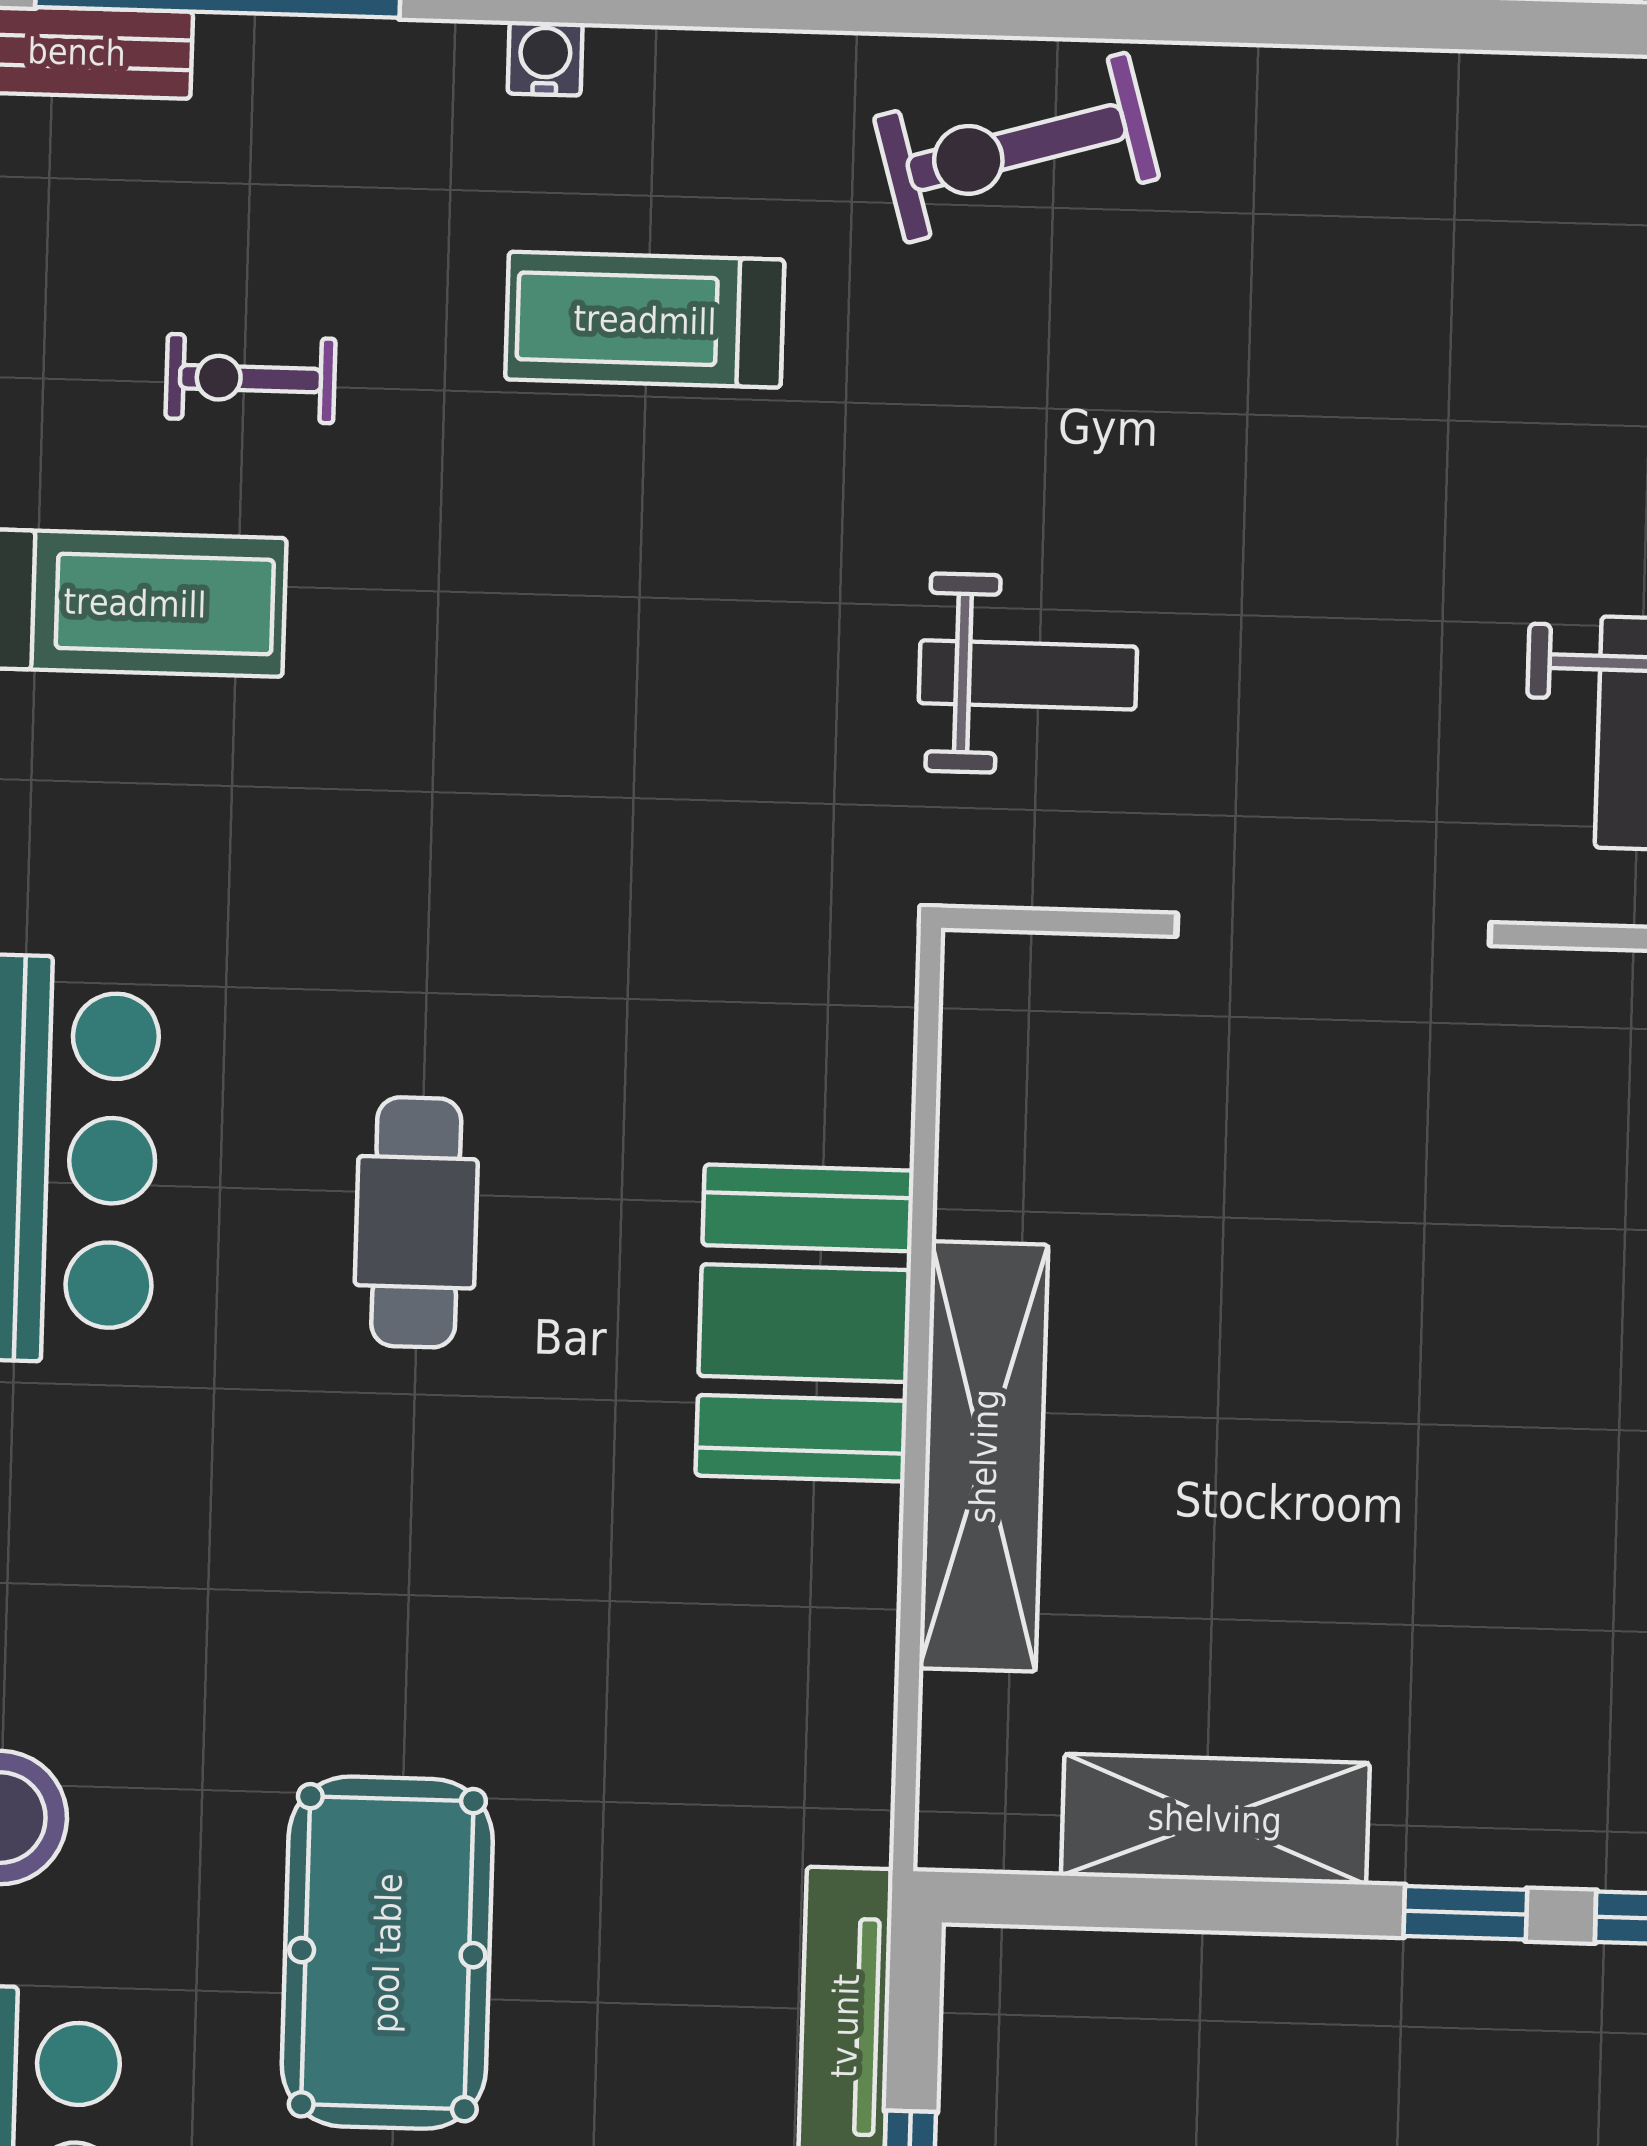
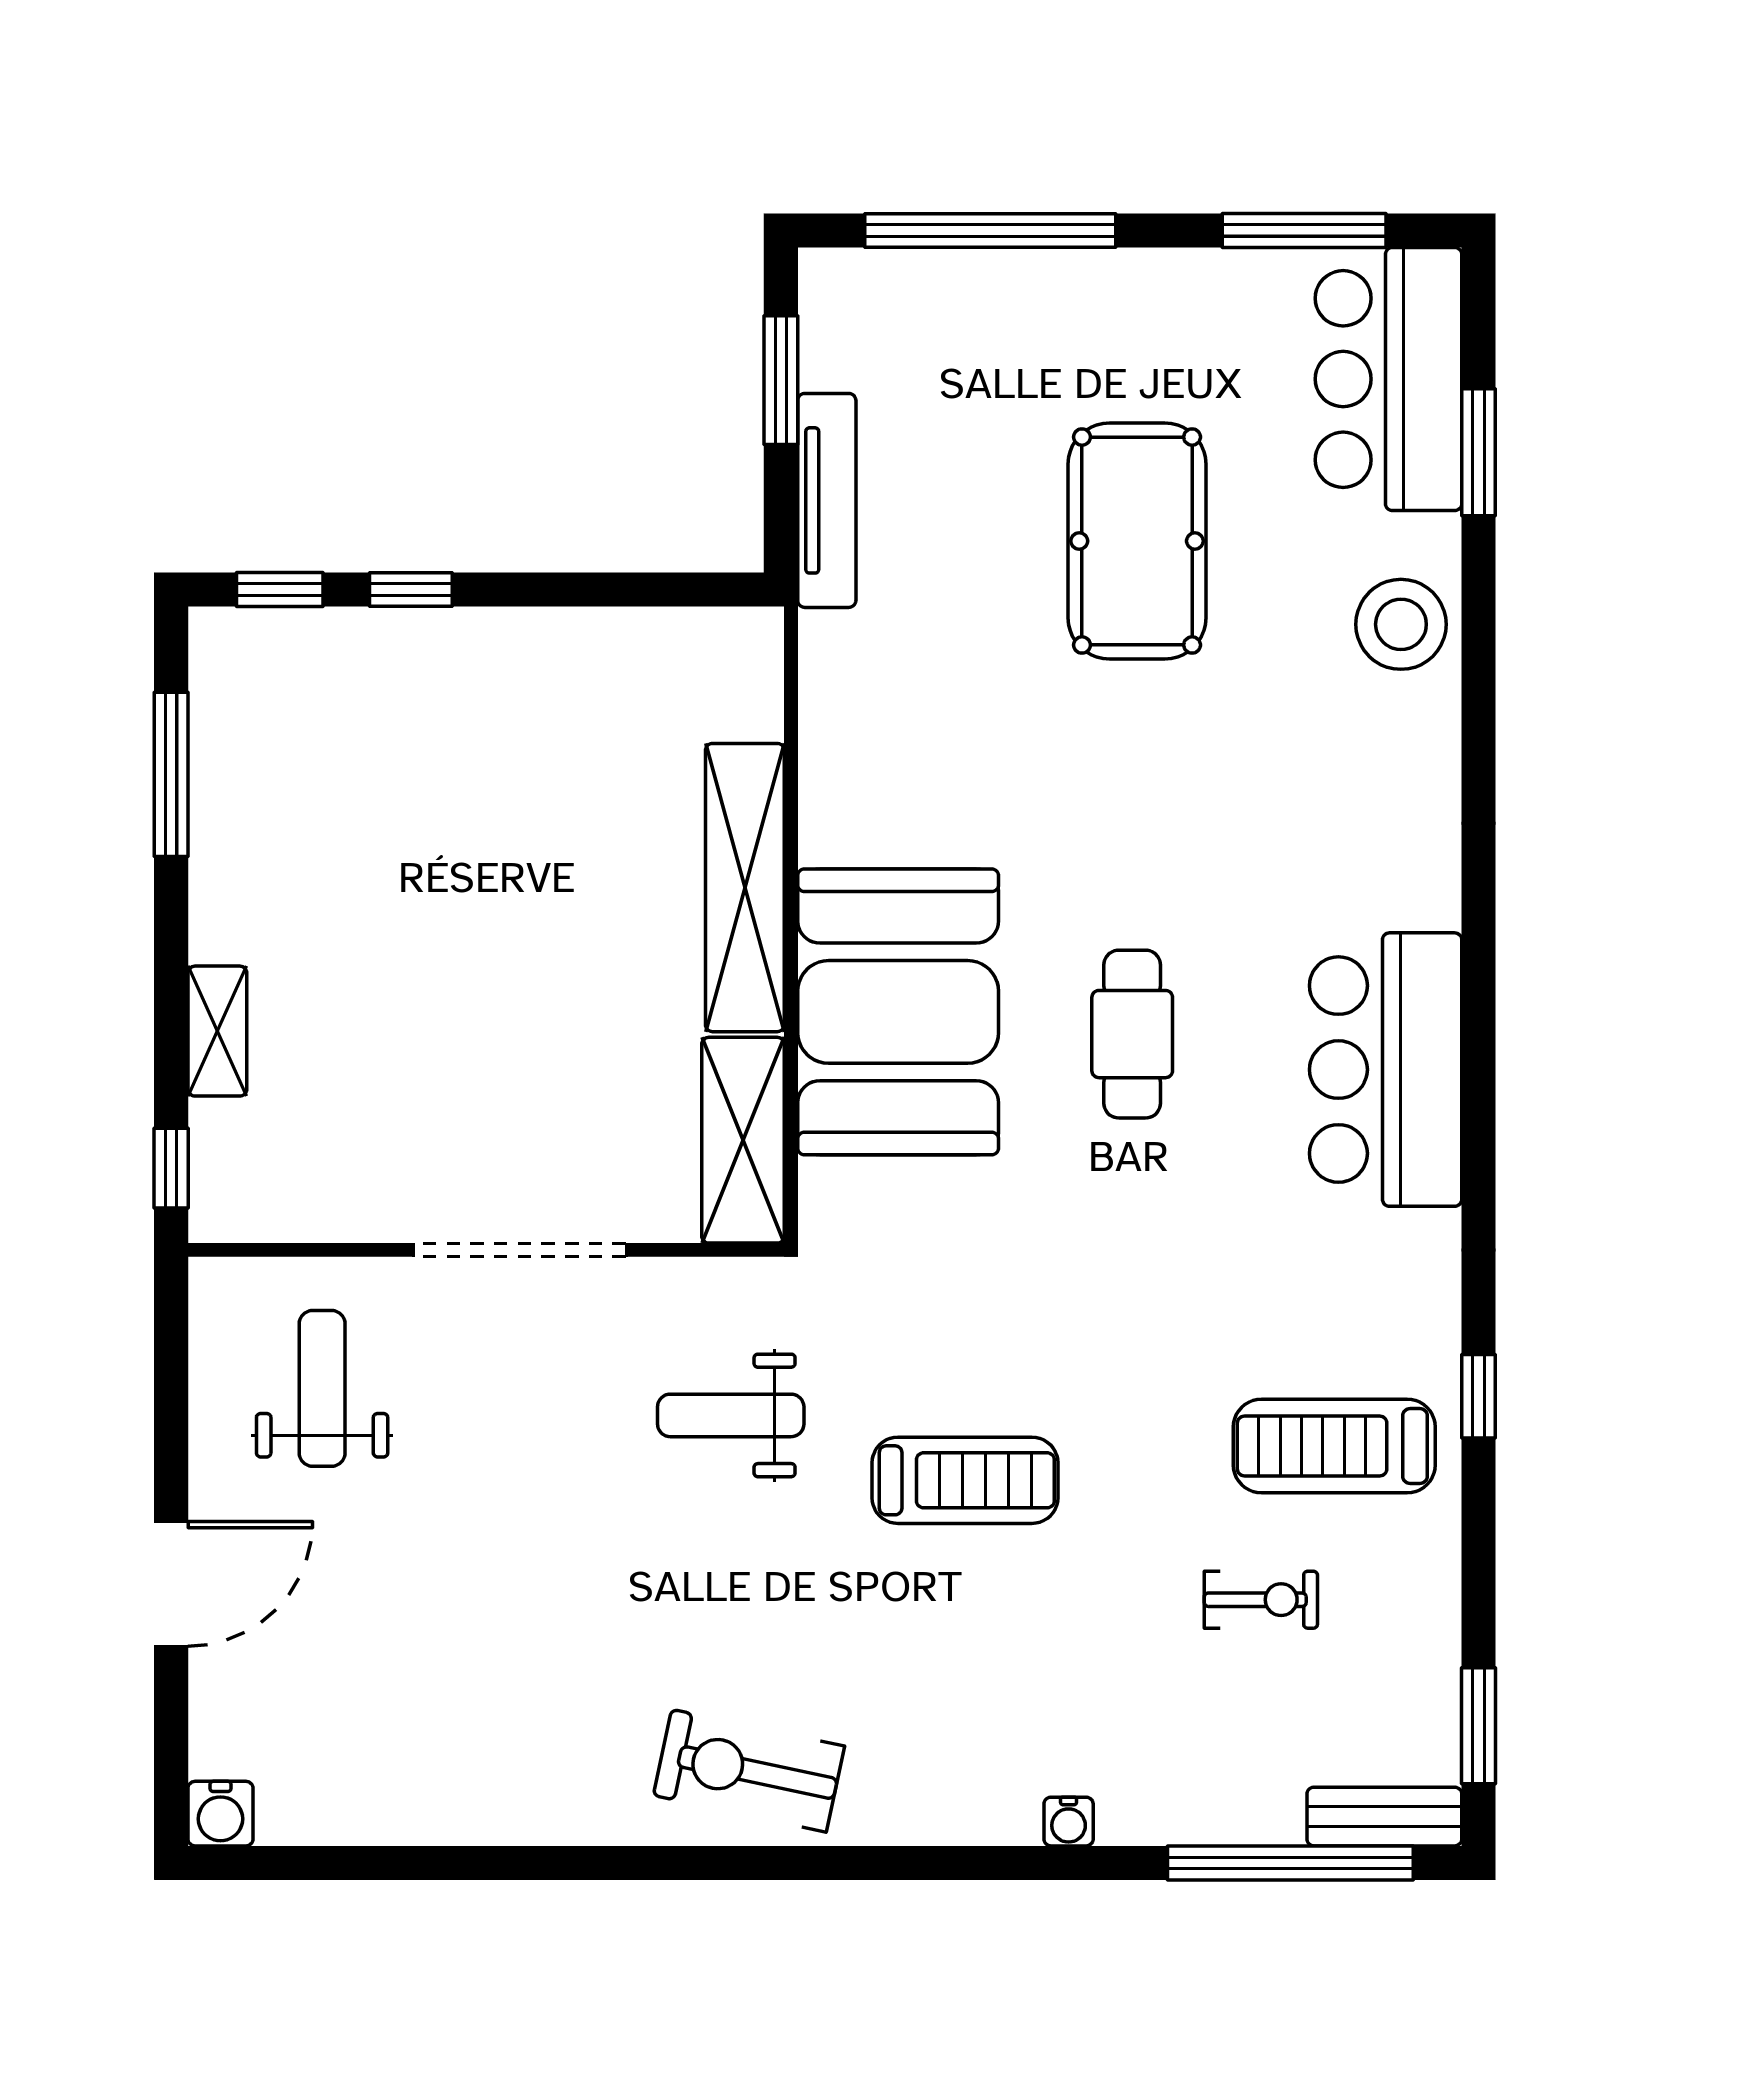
exercise bike: (1017, 148) -> (749, 1771), turned -152
treadmill: (645, 320) -> (965, 1480), moved
booth: (805, 1323) -> (898, 1012), width x1.36, depth x1.42
shelving: (1215, 1819) -> (743, 1140), moved, turned 90

